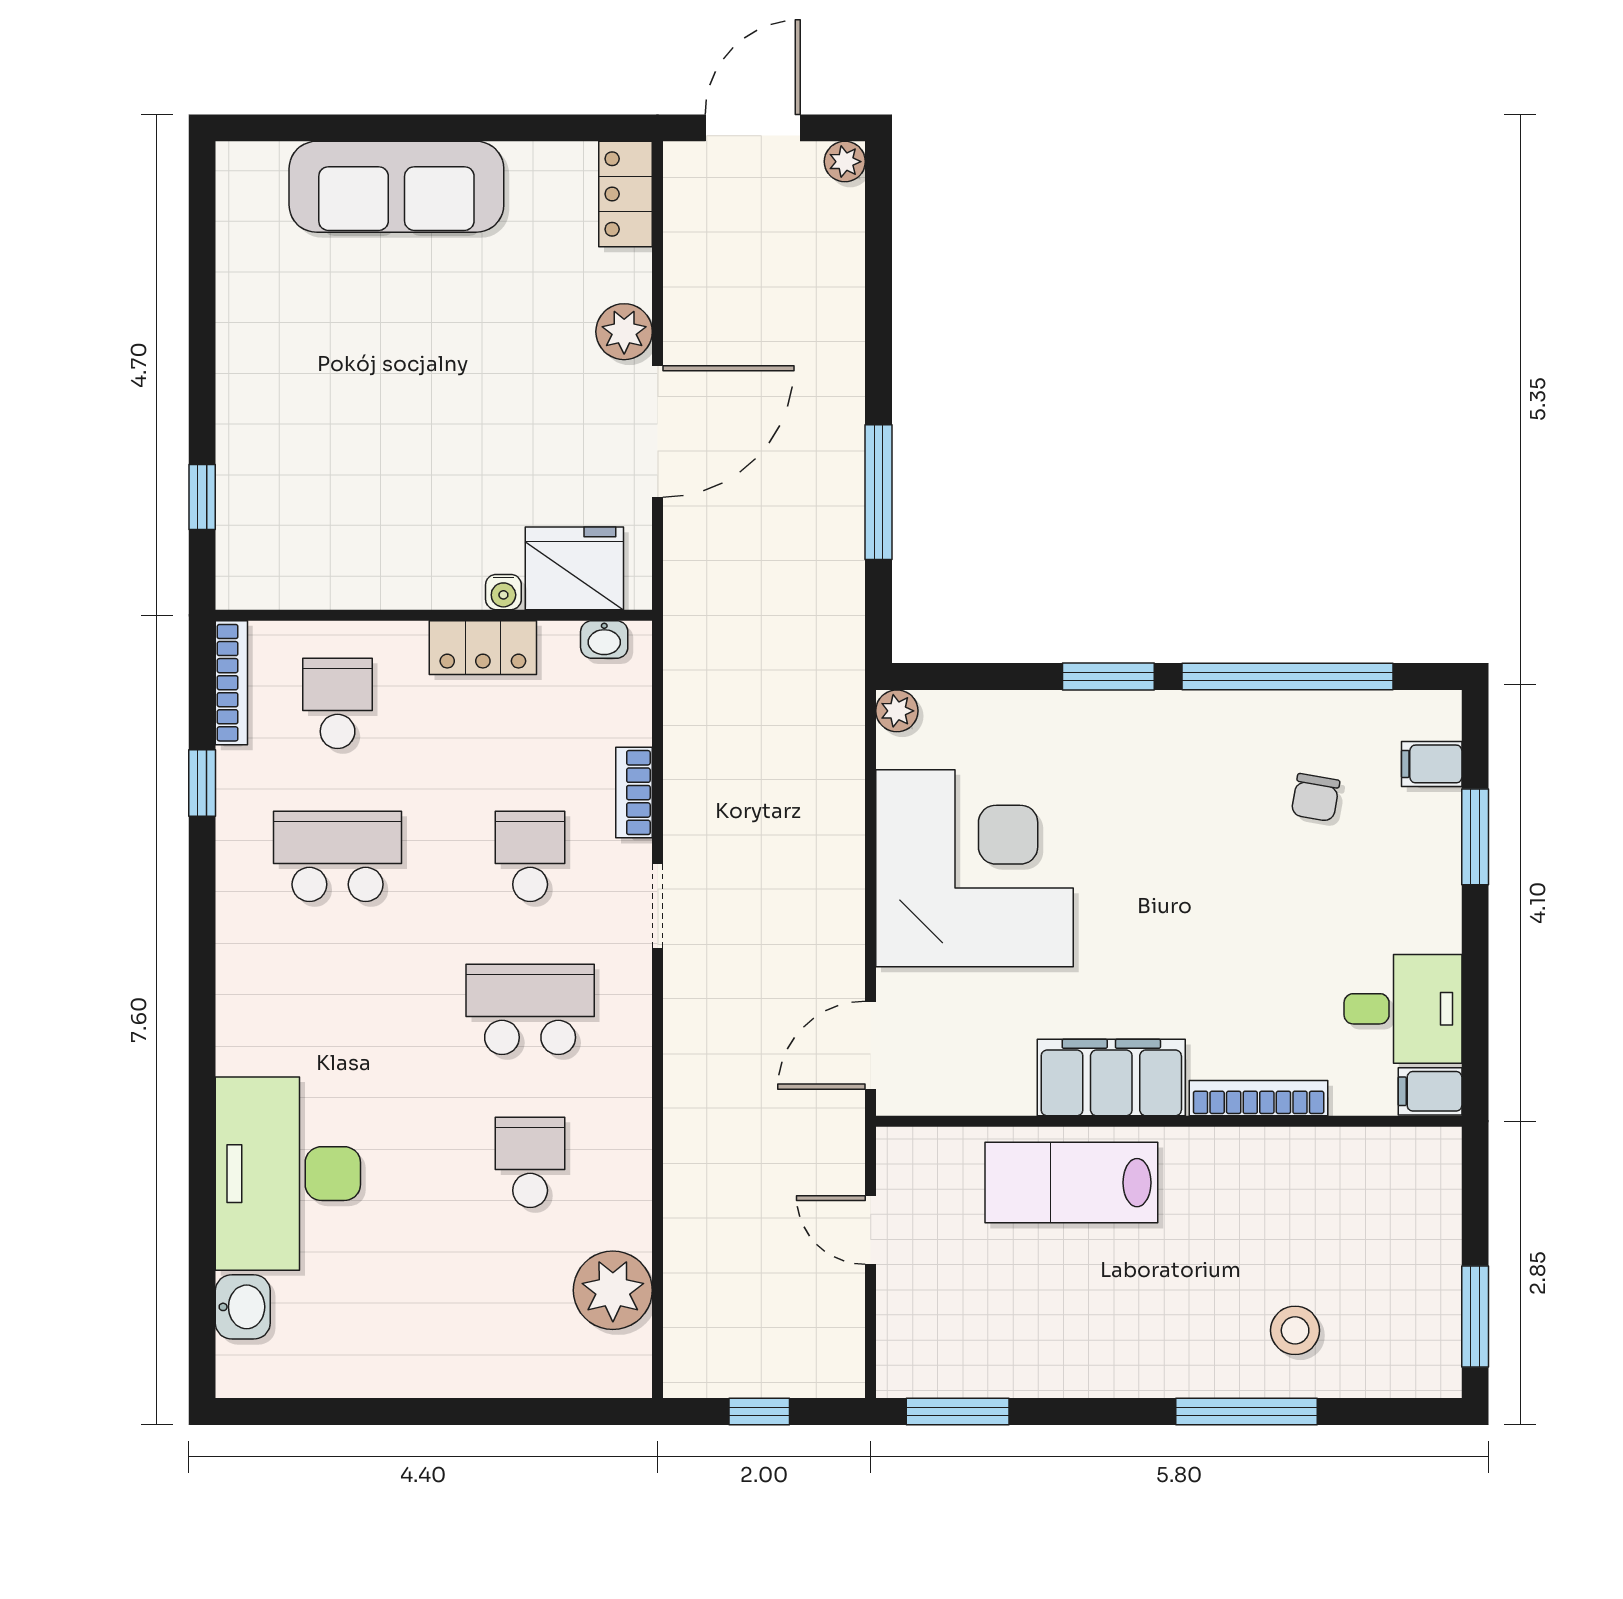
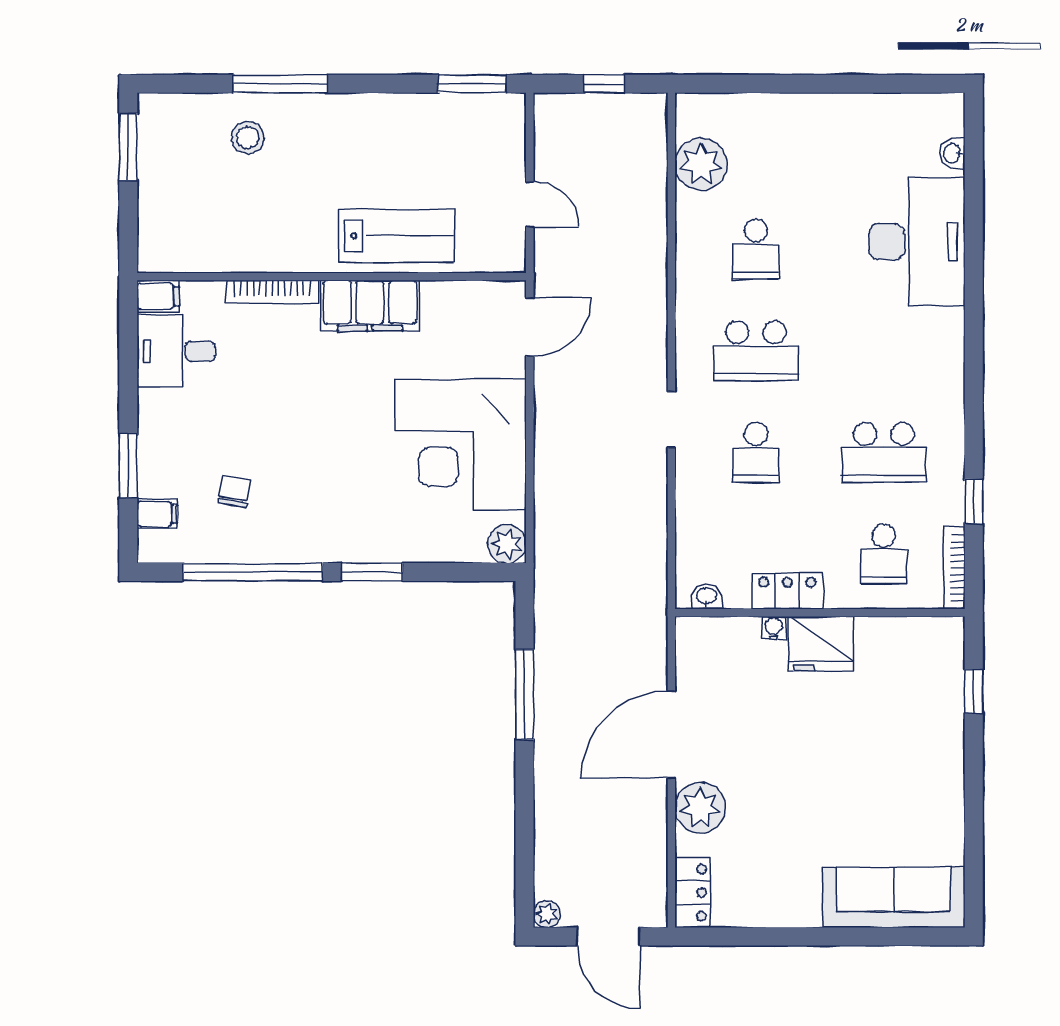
door: (753, 128) -> (608, 936), hinge flipped
sofa: (396, 187) -> (894, 897), moved
plant: (624, 332) -> (700, 808), width x1.36, depth x1.36
fridge: (574, 568) -> (821, 644), moved
plant: (897, 711) -> (507, 544), width x1.38, depth x1.38
bookcase: (634, 793) -> (687, 495), removed
washbasin: (243, 1307) -> (952, 153), width x0.72, depth x0.69

